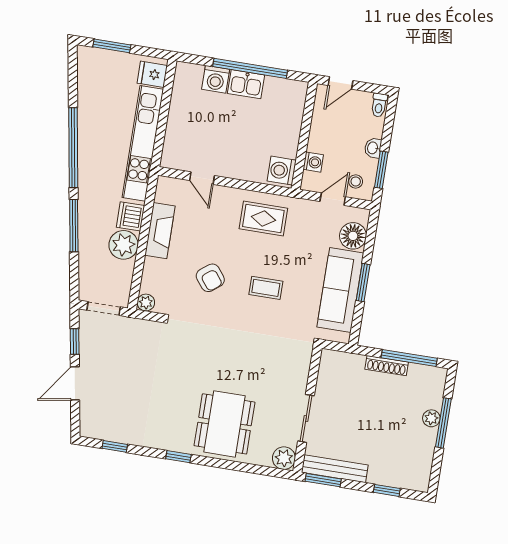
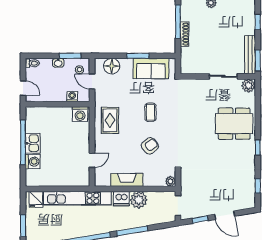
sofa: (340, 290) -> (151, 68), width x0.73

